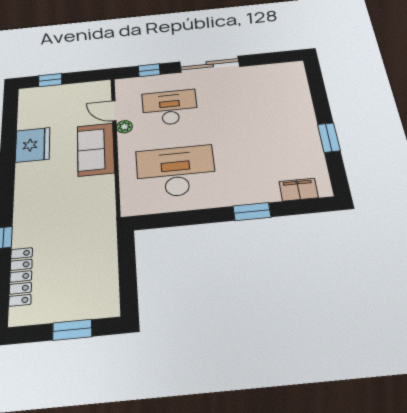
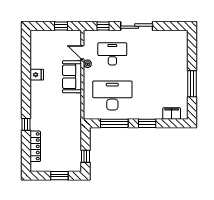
window: (50, 80) -> (61, 26), moved
window: (329, 137) -> (192, 84), width x1.44
fridge: (33, 145) -> (37, 75), width x0.53, depth x0.75
window: (184, 218) -> (114, 123), added
window: (128, 285) -> (85, 156), added

